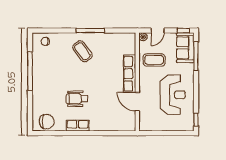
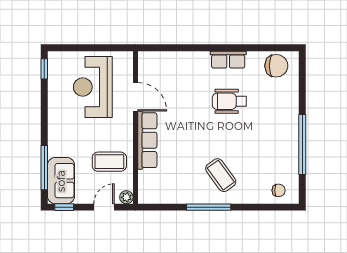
reception desk: (173, 95) -> (93, 87), moved
wheelchair: (77, 99) -> (229, 101), turned 180
chair: (47, 122) -> (276, 66), turned 180

